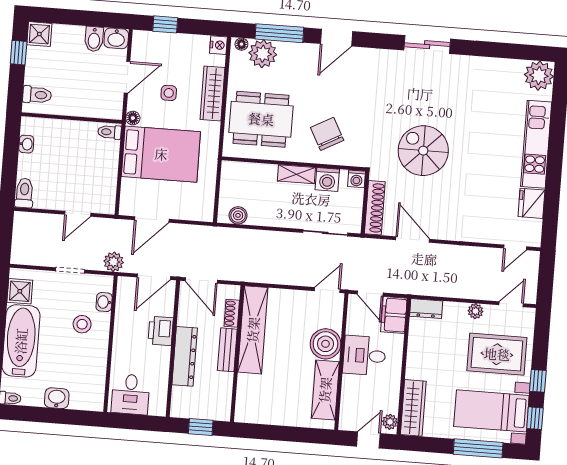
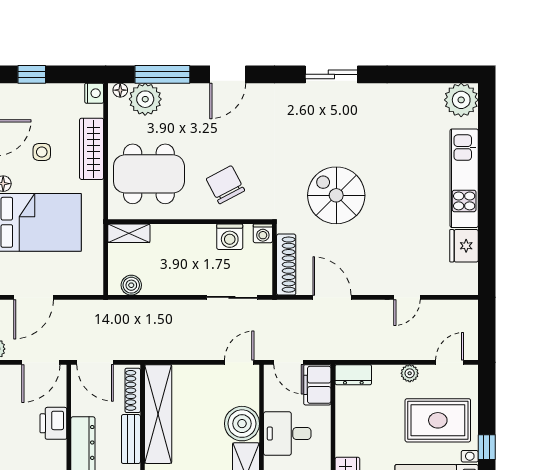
shelving: (296, 174) -> (129, 233), moved
door: (515, 247) -> (407, 297), moved
shoe rack: (232, 313) -> (133, 390), width x1.43

